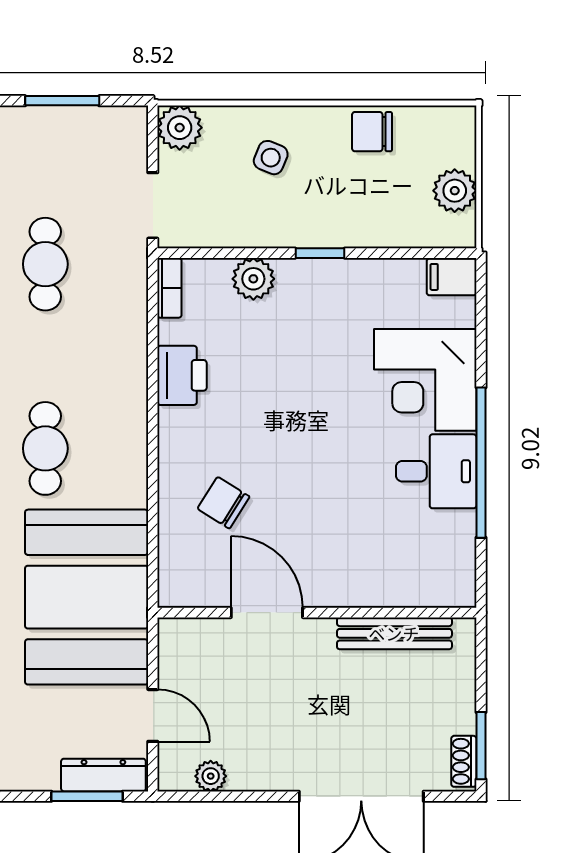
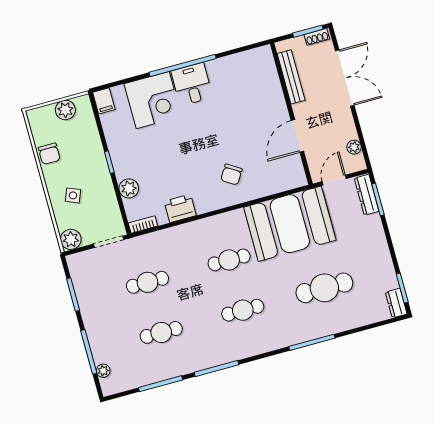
door: (267, 613) -> (297, 136), moved
wall: (317, 613) -> (291, 114), moved
bench: (394, 633) -> (291, 77), moved

